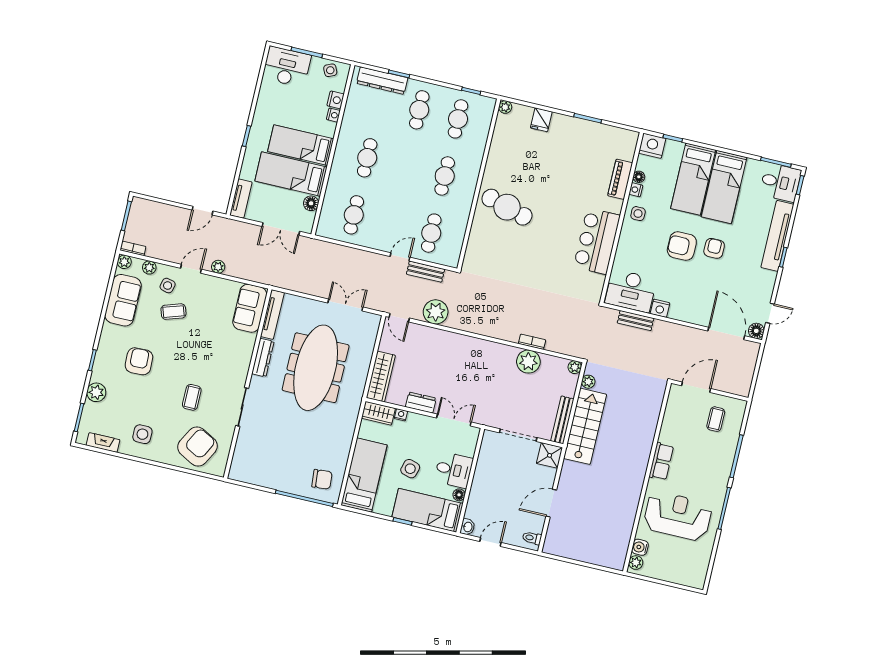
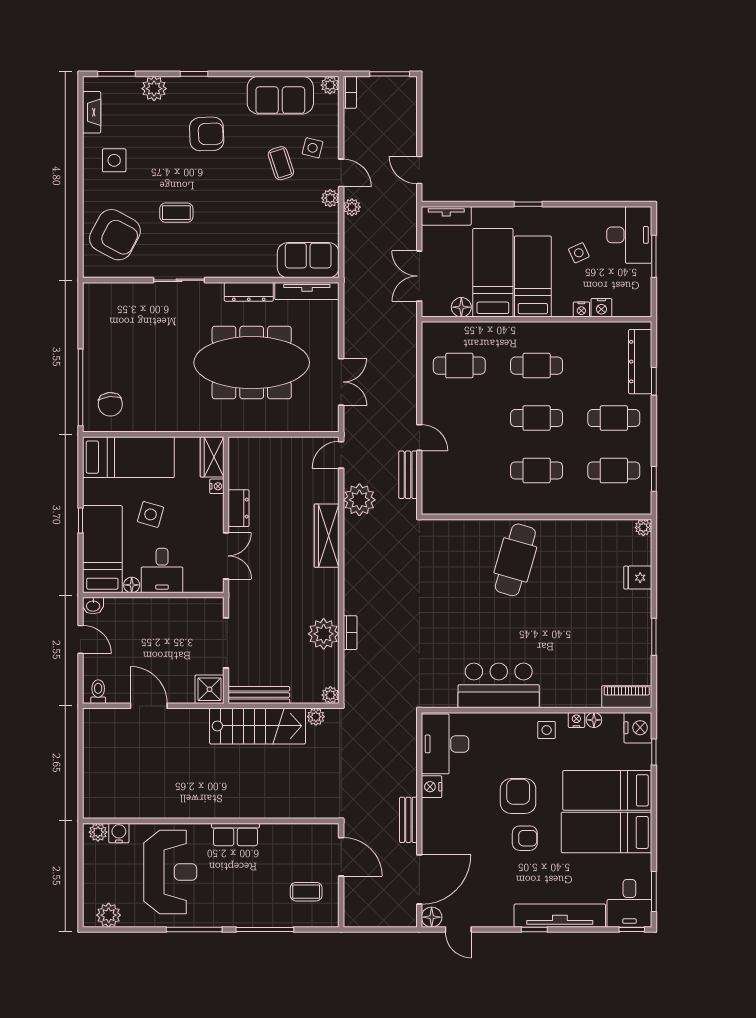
side table: (330, 70) -> (579, 253), moved
piano: (620, 179) -> (627, 697), moved
cafe table: (431, 233) -> (537, 418), moved
plant: (149, 268) -> (330, 198), moved
bench: (636, 321) -> (408, 820), moved
wardrobe: (381, 376) -> (327, 536), moved, turned 90
plant: (699, 569) -> (109, 915), added

